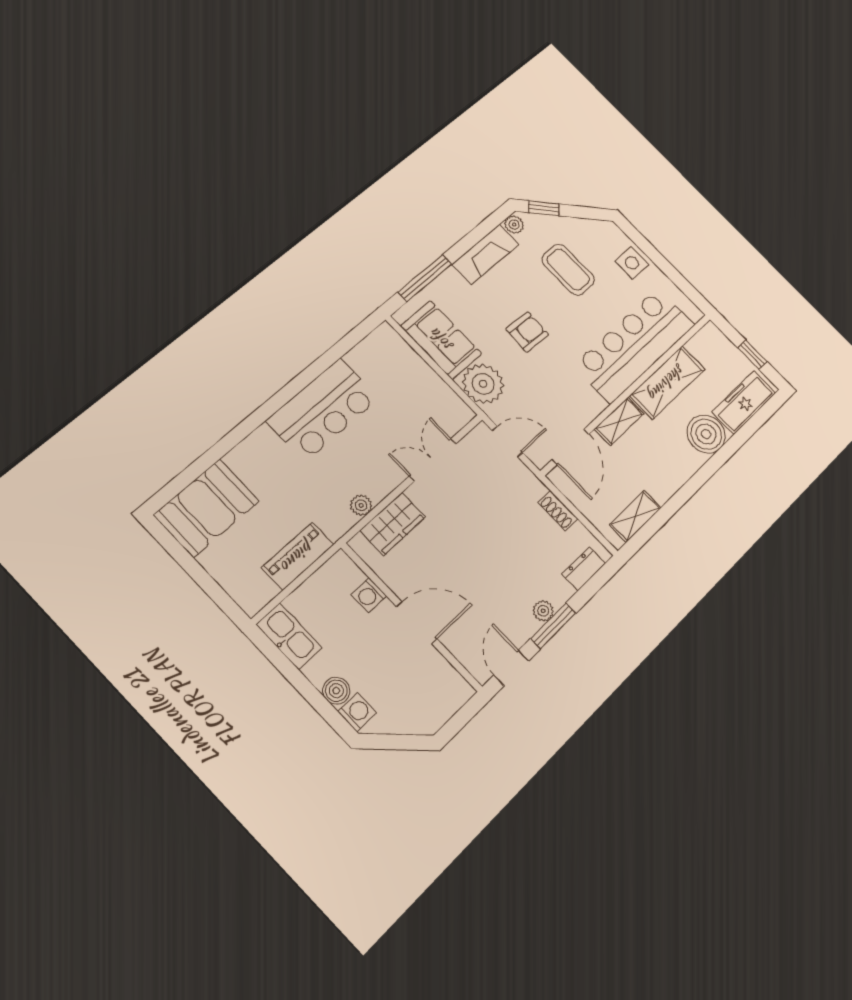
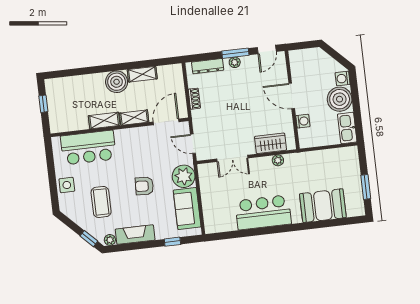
window: (425, 278) -> (172, 242), width x0.46
bar counter: (635, 345) -> (88, 148), width x0.73
shelving: (667, 382) -> (104, 121), width x0.67, depth x0.75
freezer: (744, 402) -> (67, 85), removed
boiler: (706, 434) -> (117, 82), moved
booth: (207, 508) -> (323, 206), moved
shelving: (635, 516) -> (142, 74), moved
piano: (298, 556) -> (320, 158), removed
window: (186, 561) -> (366, 187), added
dresser: (584, 569) -> (208, 66), width x1.44
boiler: (336, 691) -> (340, 99), width x1.86, depth x1.86

